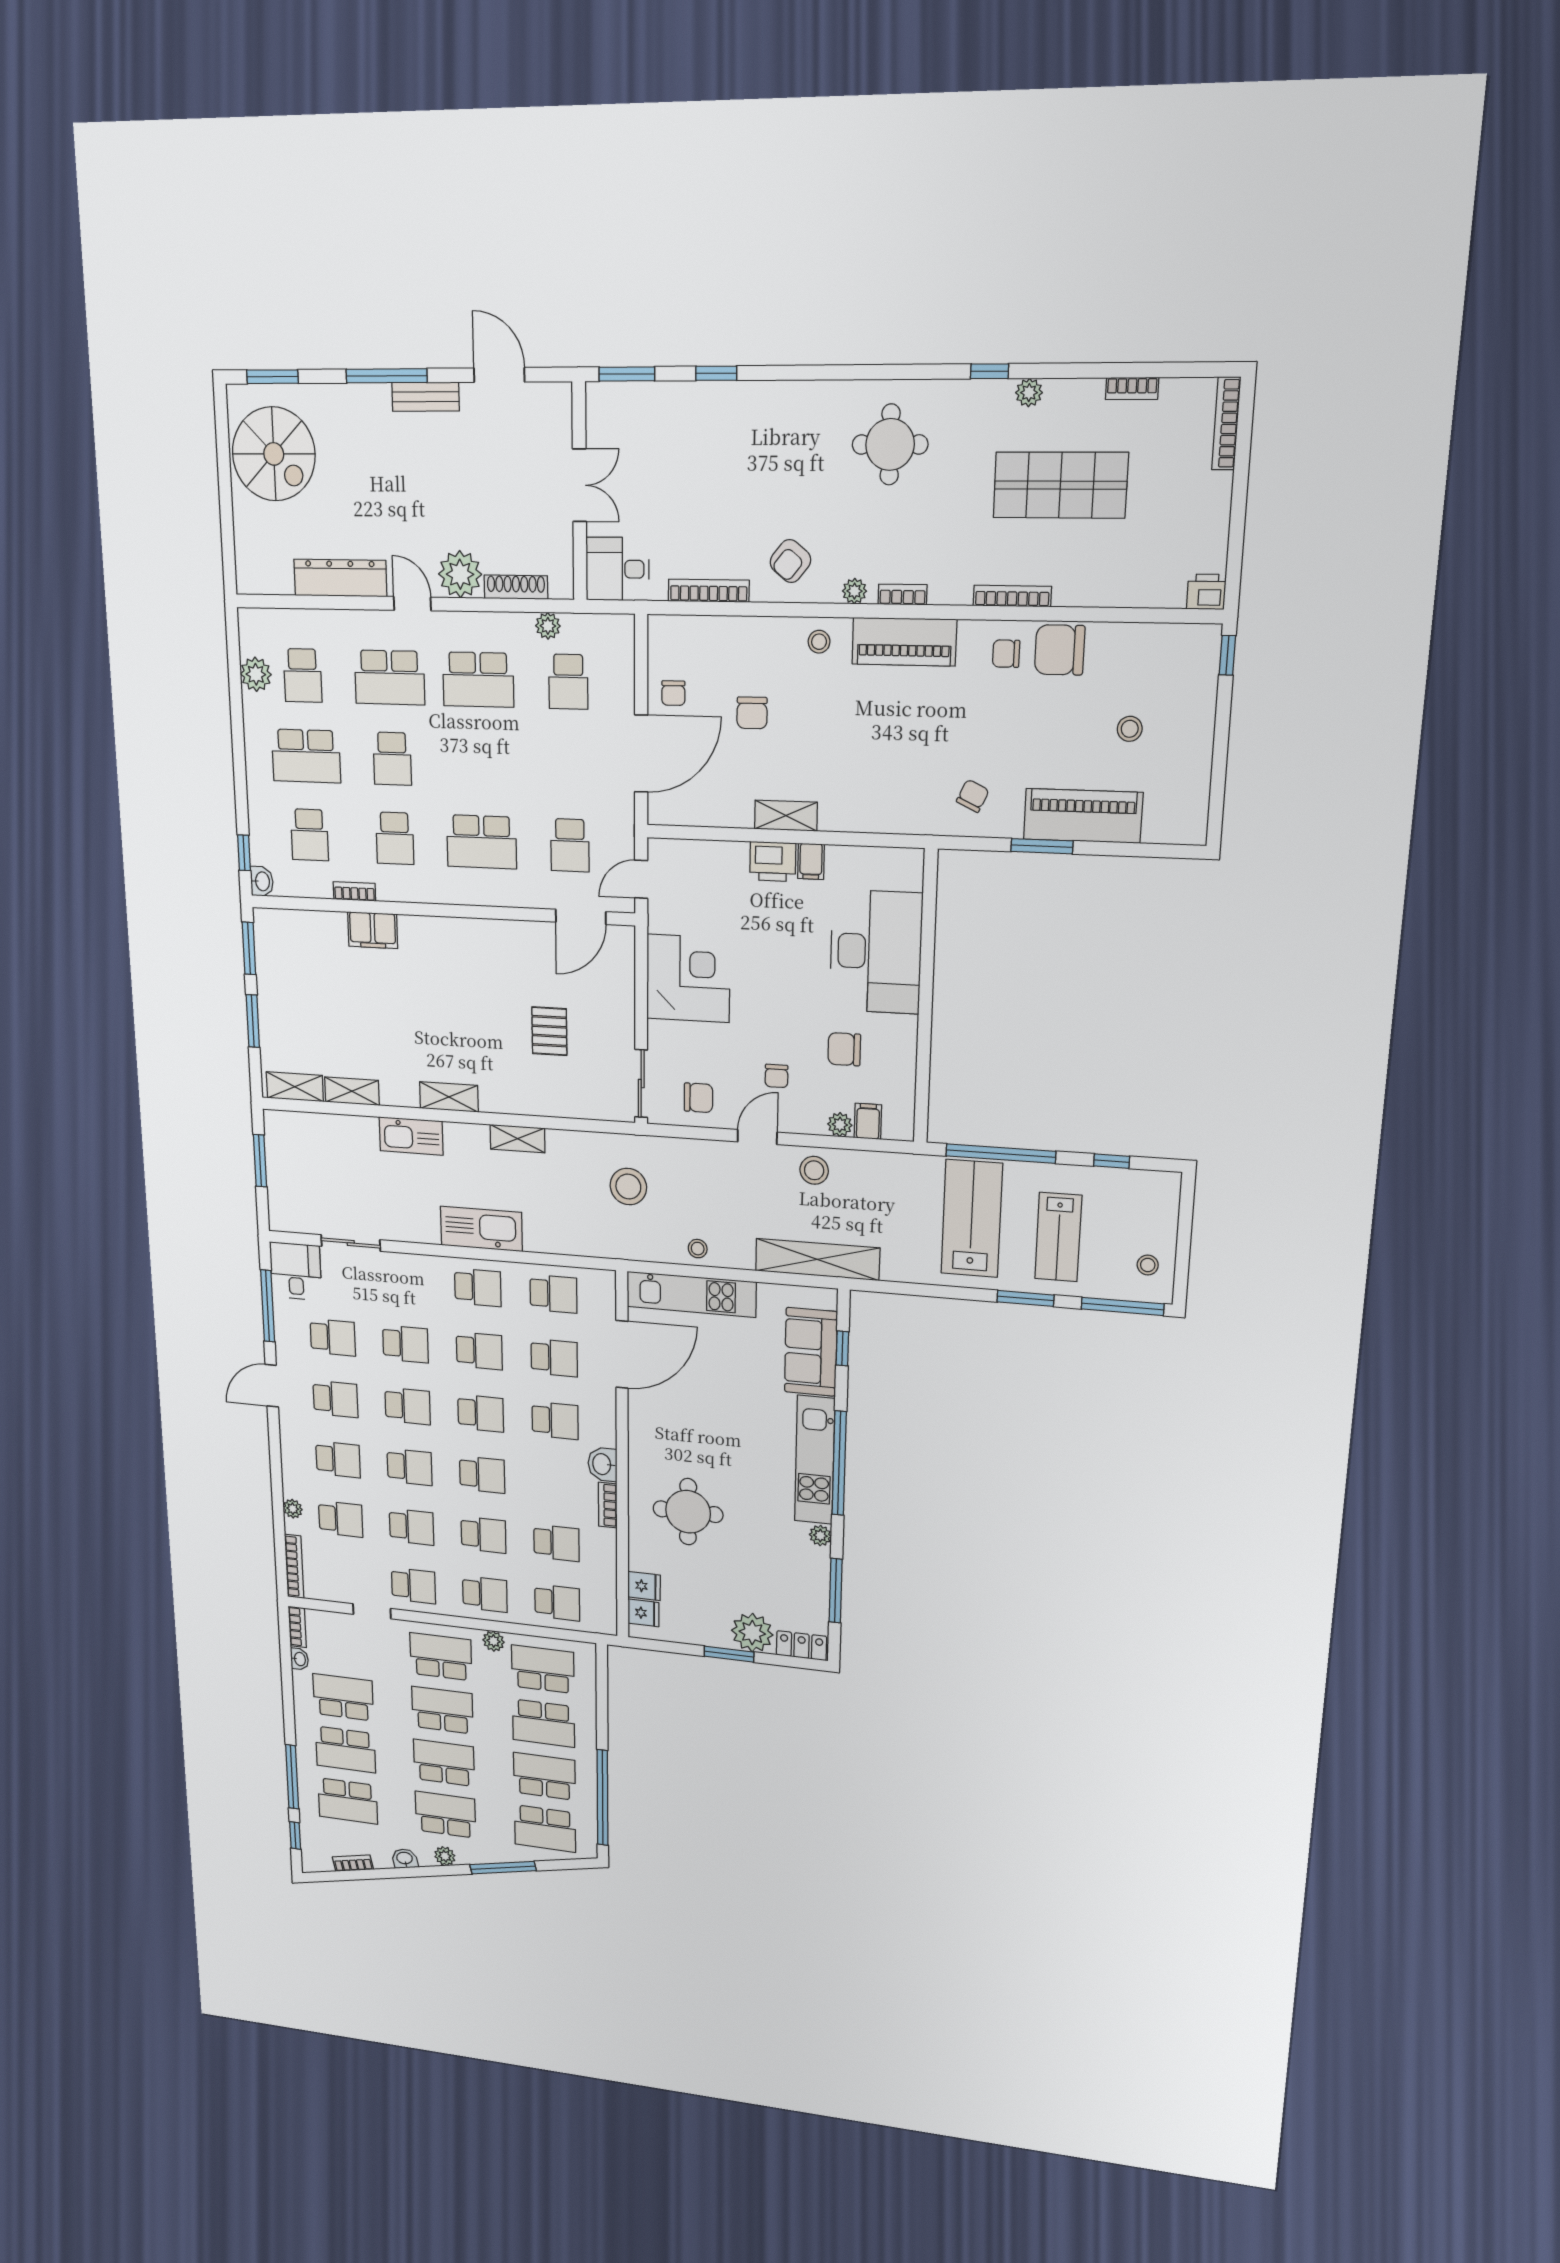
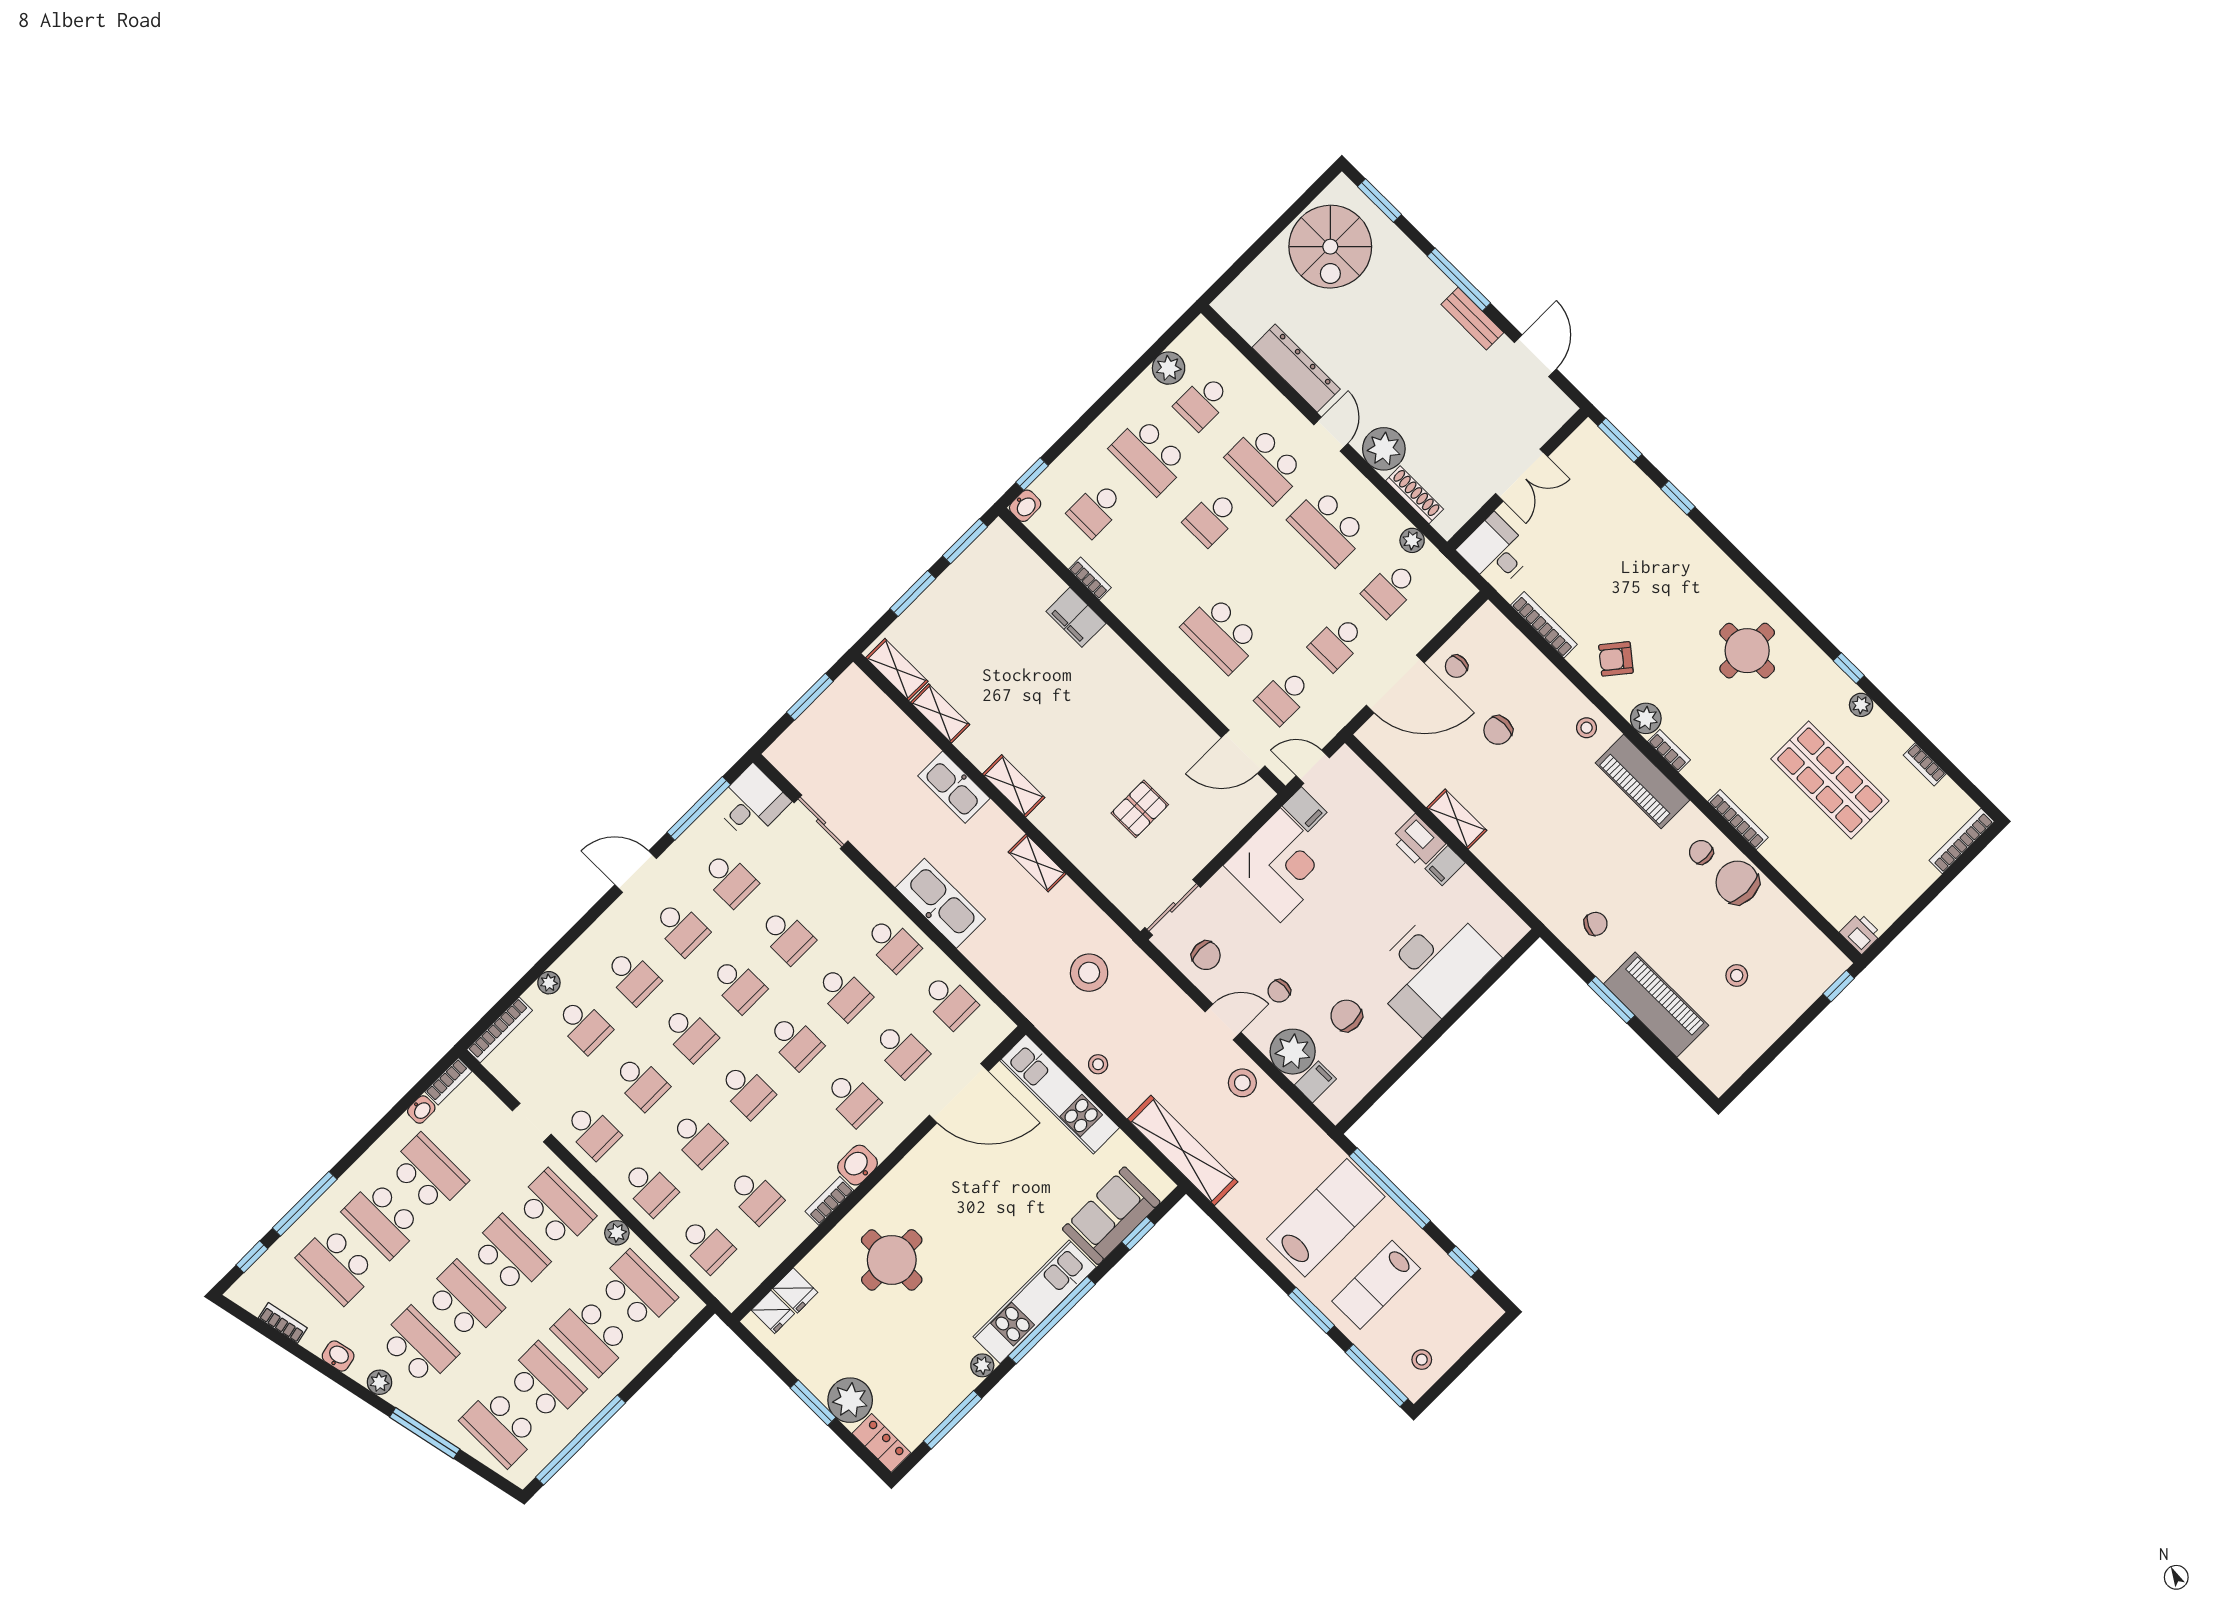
plant: (854, 591) -> (1646, 718), width x1.38, depth x1.38
school desk: (395, 838) -> (1337, 643), moved
filing cabinet: (666, 918) -> (1305, 809), added
plant: (840, 1125) -> (1293, 1052), width x1.88, depth x1.88

